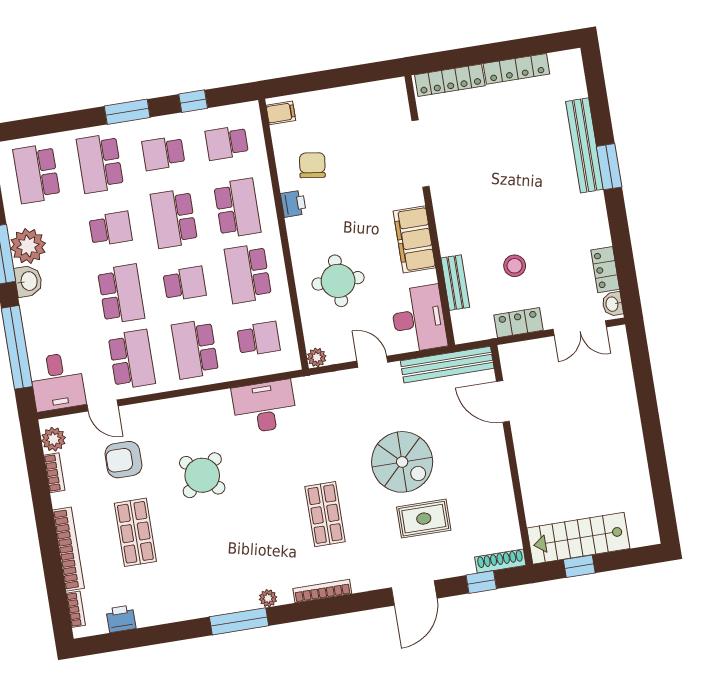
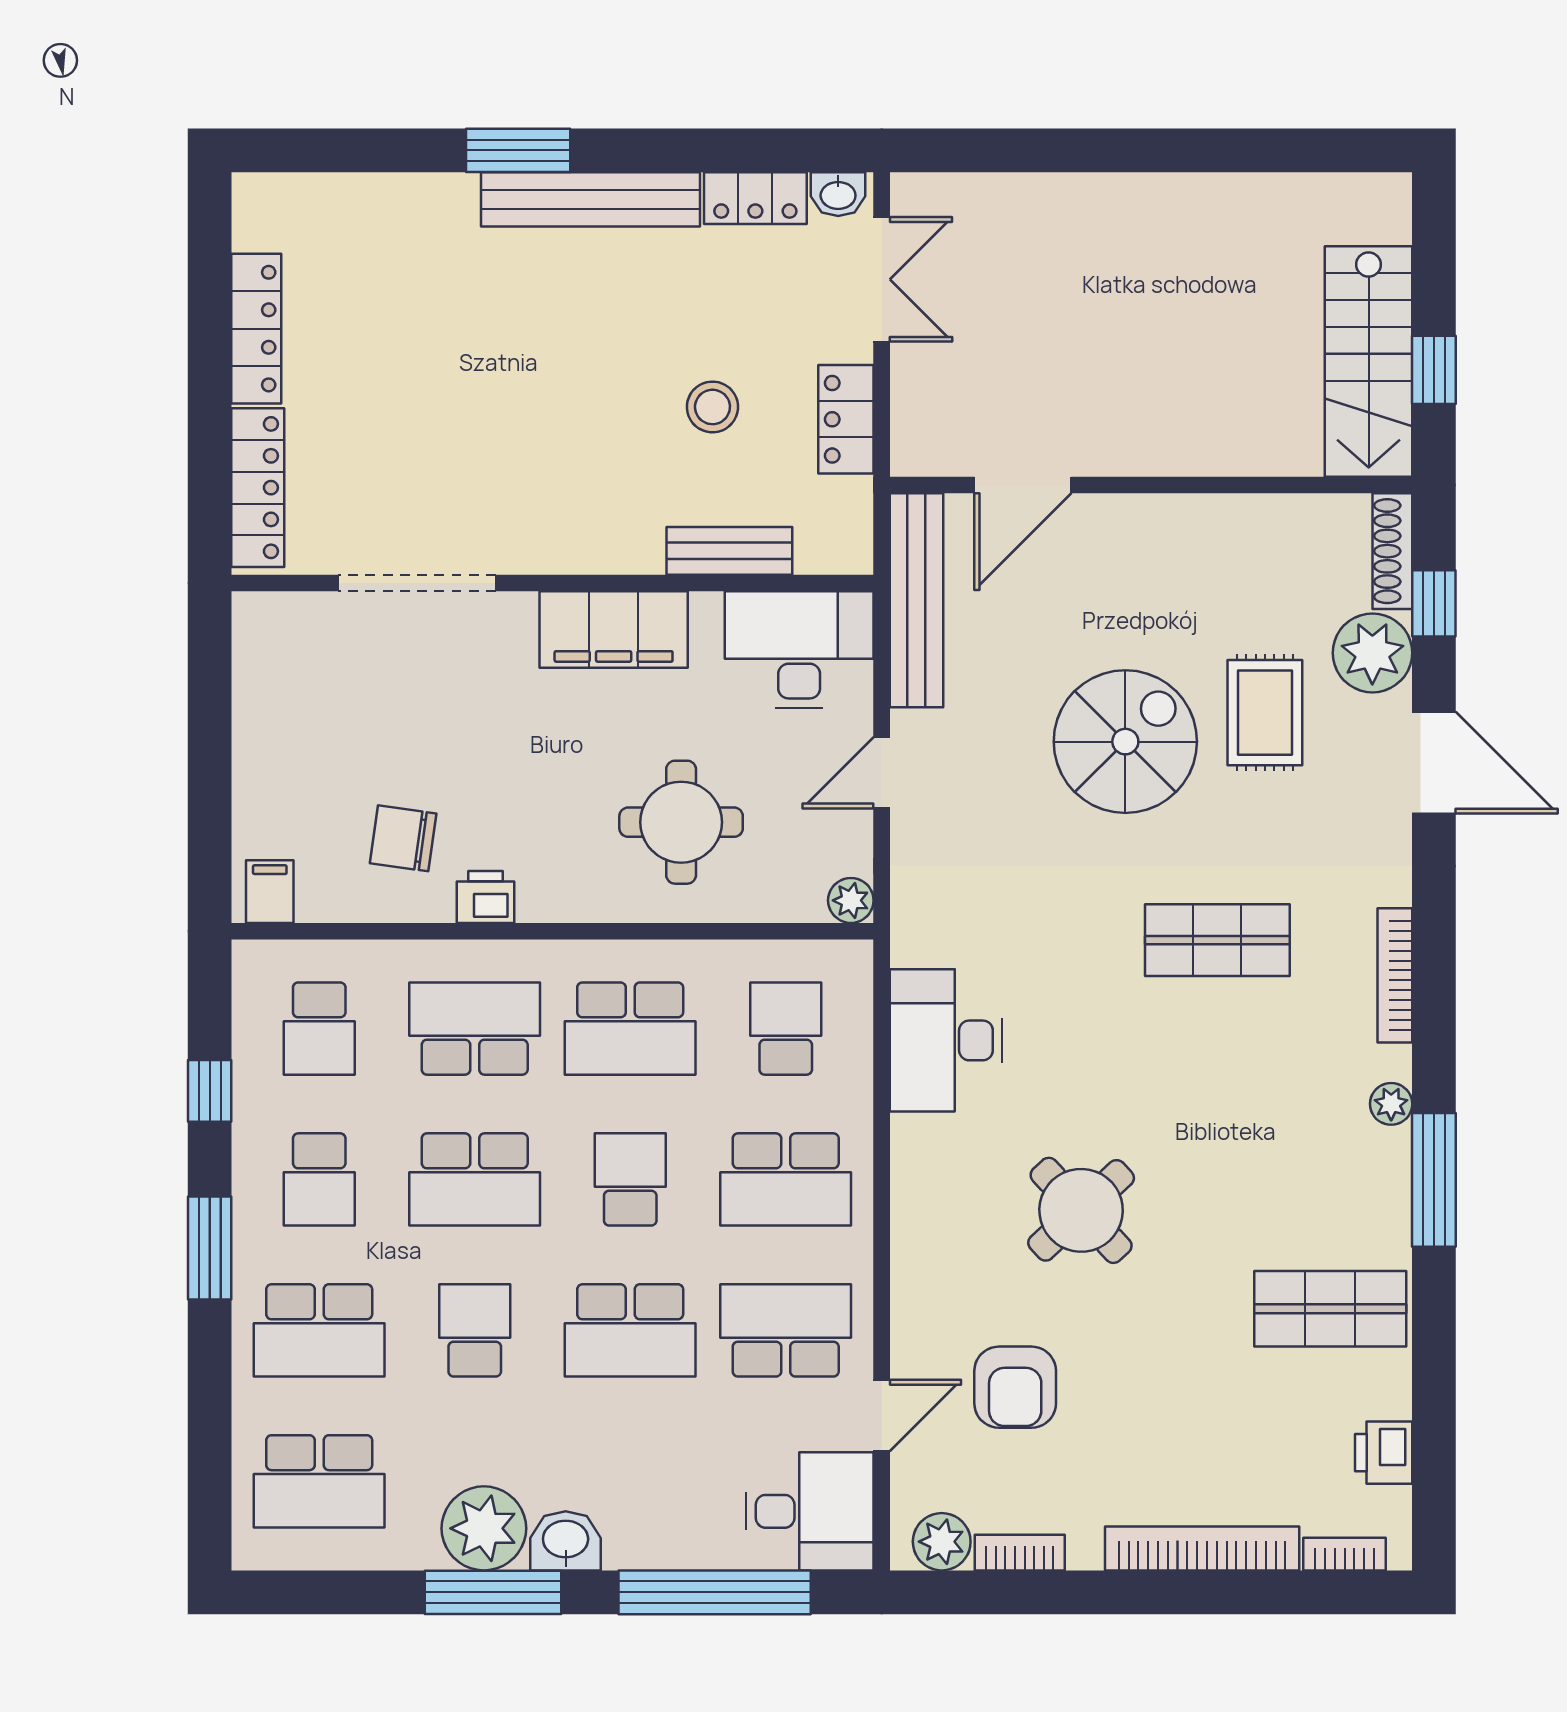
bench: (585, 145) -> (590, 199), moved
school desk: (121, 294) -> (630, 1330), turned 180
shop shelf: (135, 532) -> (1330, 1309), moved
plant: (456, 560) -> (1372, 653), added

